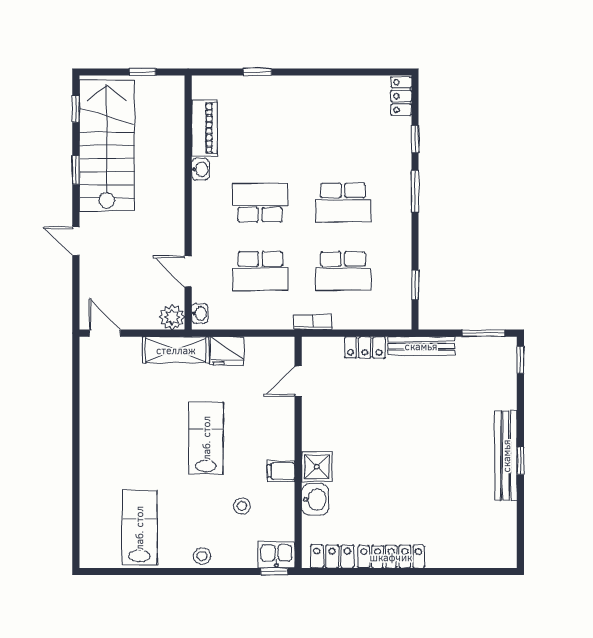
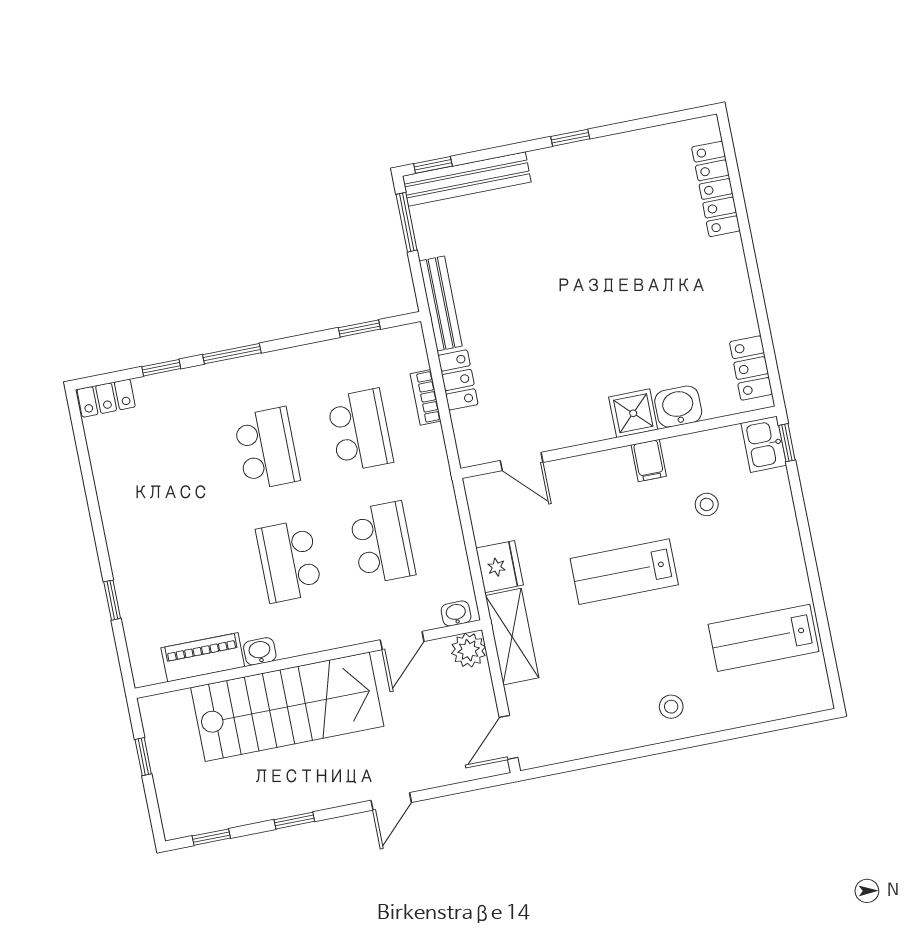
stairs: (107, 145) -> (287, 707), moved, turned 180
bookcase: (313, 322) -> (426, 397), moved
bench: (506, 456) -> (467, 179), moved
stool: (202, 556) -> (671, 707), moved
locker: (391, 557) -> (716, 189), moved

